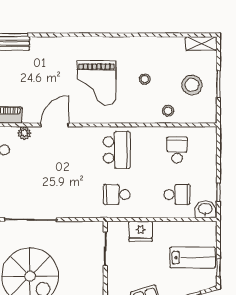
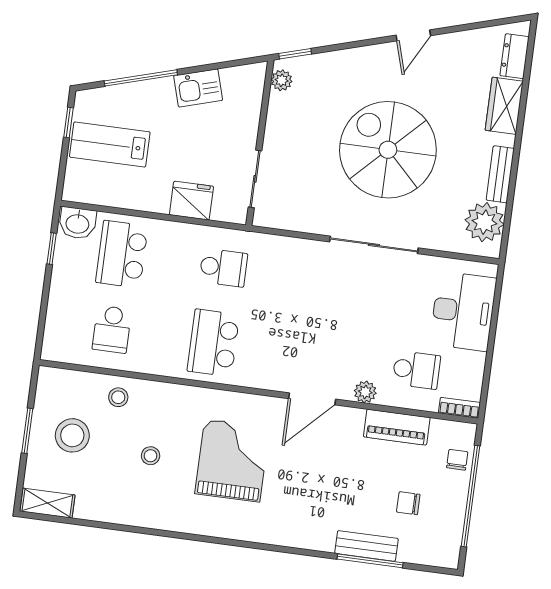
school desk: (177, 195) -> (122, 254), width x1.85

